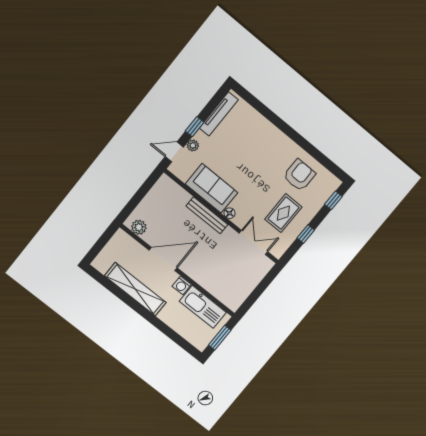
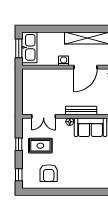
rug: (283, 213) -> (40, 146), turned 90
kitchen sink: (203, 307) -> (29, 47), moved, turned 90

